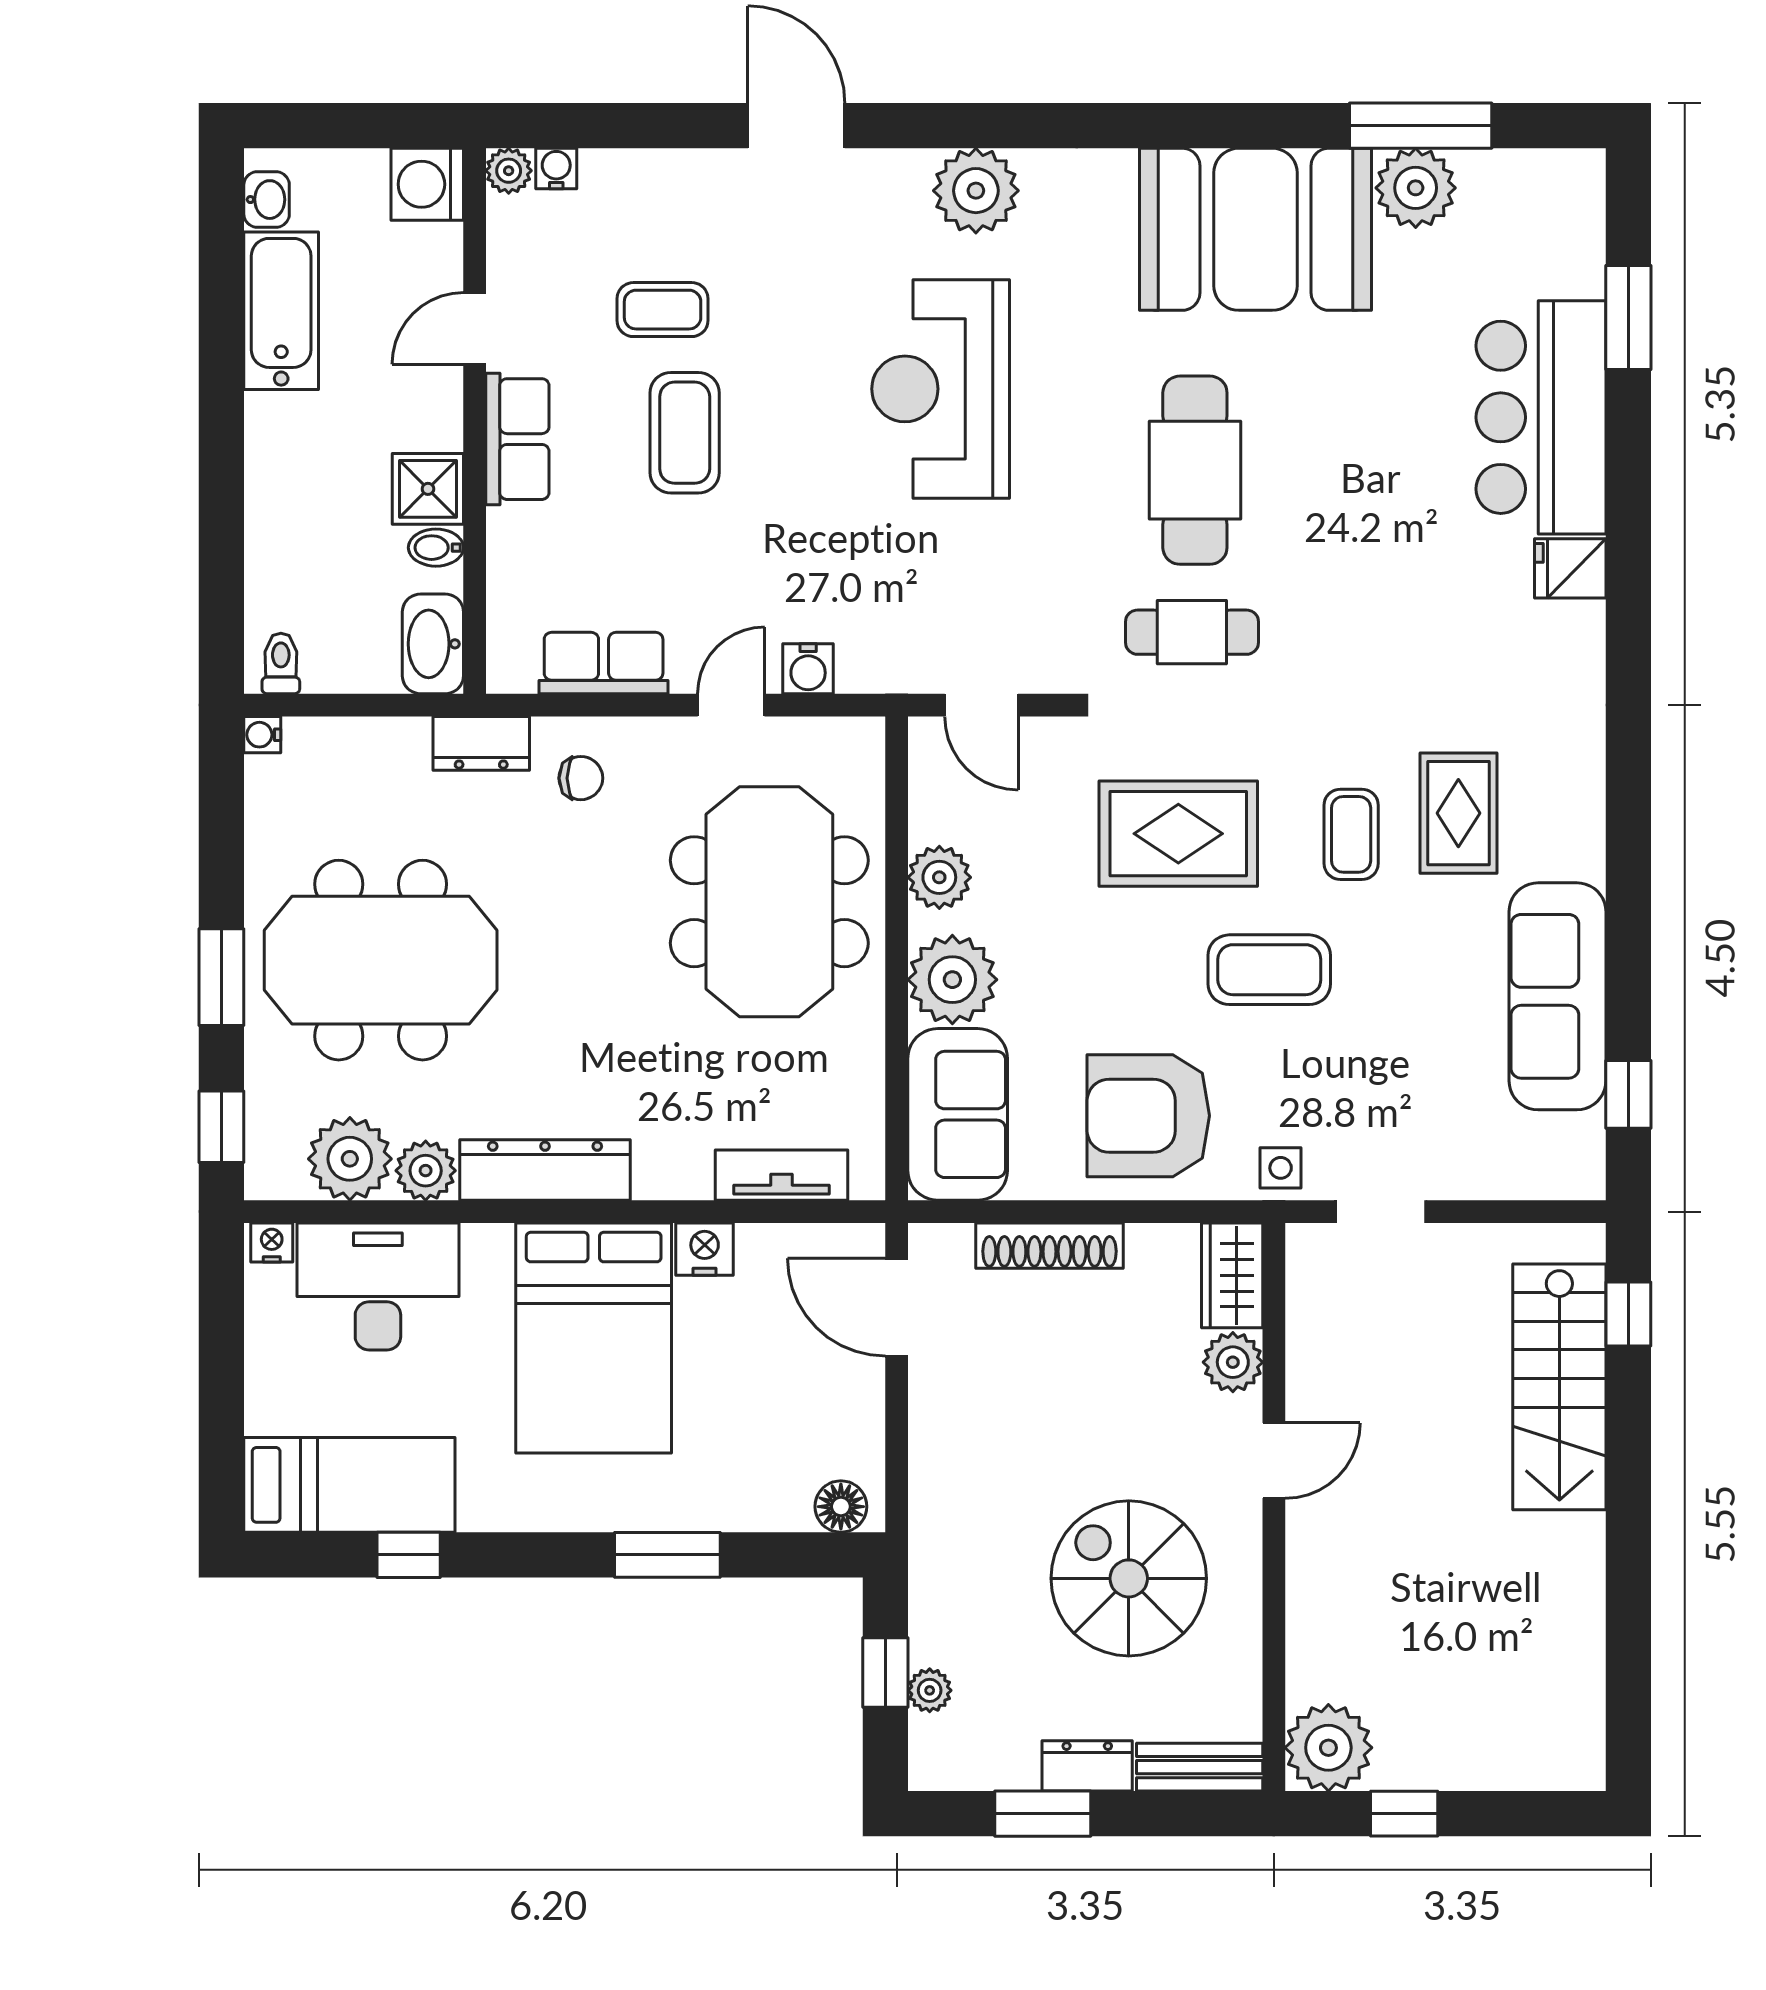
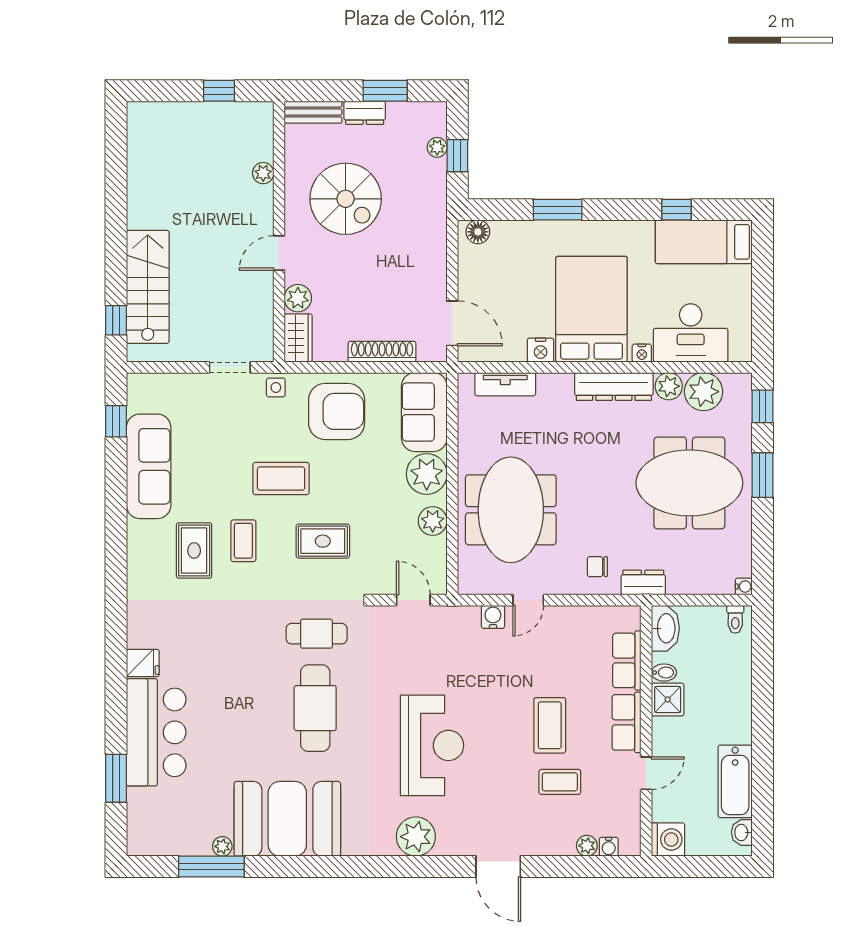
plant: (509, 171) -> (587, 846), moved
plant: (1416, 188) -> (222, 846), width x0.53, depth x0.53
row of seats: (604, 663) -> (627, 660), moved, turned 90
rug: (1178, 834) -> (323, 541), width x0.73, depth x0.70
nightstand: (272, 1242) -> (642, 353), moved
plant: (1328, 1748) -> (263, 173), moved, width x0.53, depth x0.53

